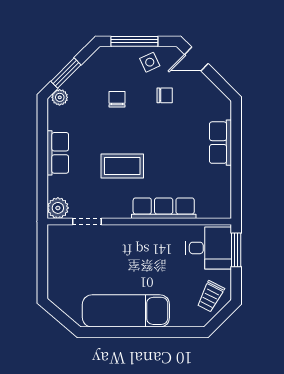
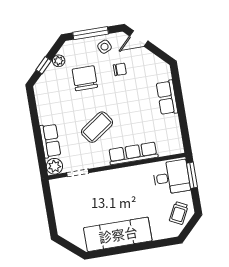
window: (66, 73) -> (44, 65), width x0.67
plant: (60, 97) -> (59, 61), moved
chair: (117, 99) -> (85, 78), width x1.87, depth x1.87
row of seats: (58, 153) -> (50, 141), moved
coffee table: (122, 166) -> (97, 127), turned -35

